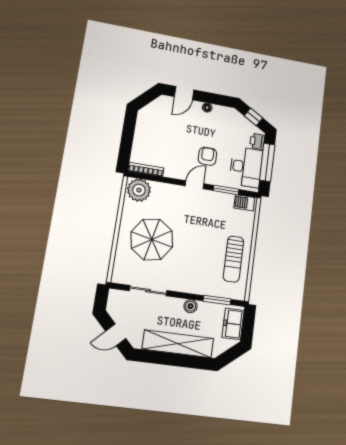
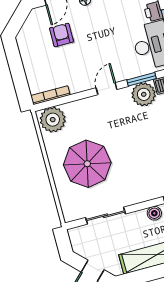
armchair: (207, 156) -> (61, 35), moved
plant: (223, 203) -> (144, 94), added

